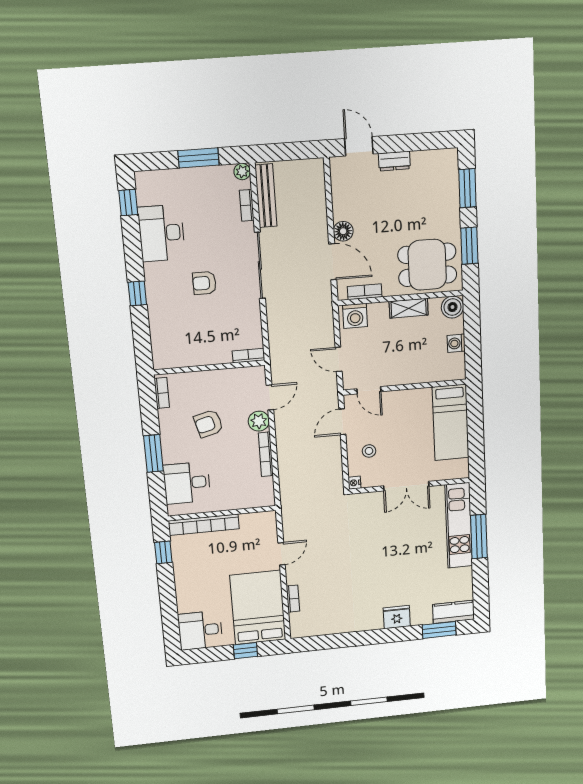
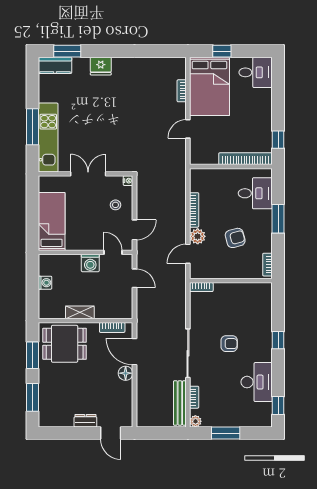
boiler: (452, 307) -> (47, 311), removed
washing machine: (355, 316) -> (90, 263), moved, turned 180

